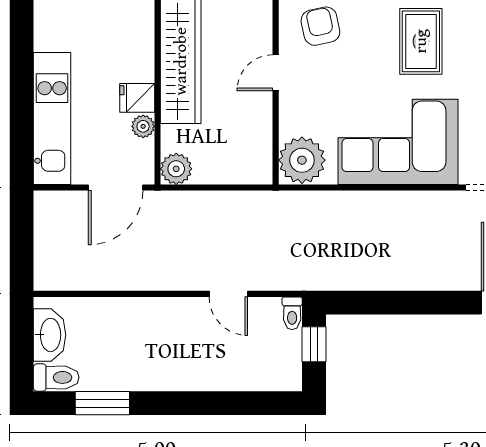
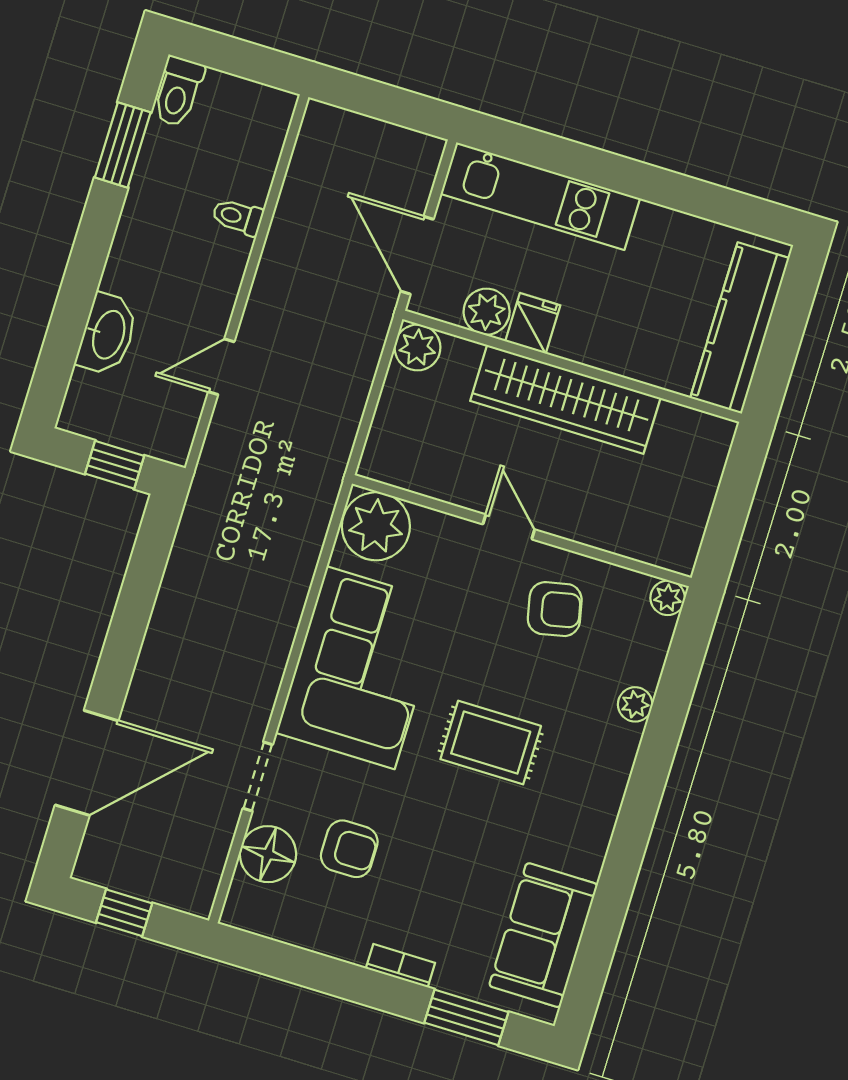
plant: (143, 126) -> (487, 312), width x1.38, depth x1.38
toilet: (292, 313) -> (238, 217), moved
washbasin: (50, 335) -> (107, 334), moved, turned -90

